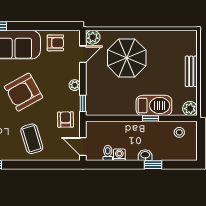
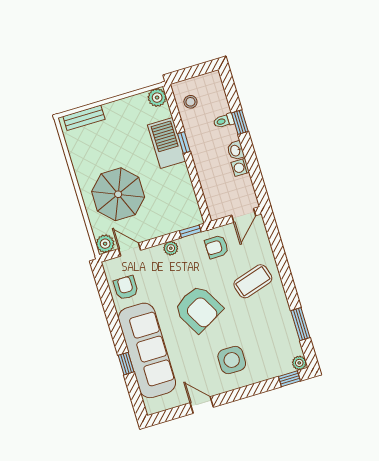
bench: (191, 71) -> (84, 118), moved
toilet: (108, 153) -> (224, 121), moved
washbasin: (145, 155) -> (236, 151), moved

